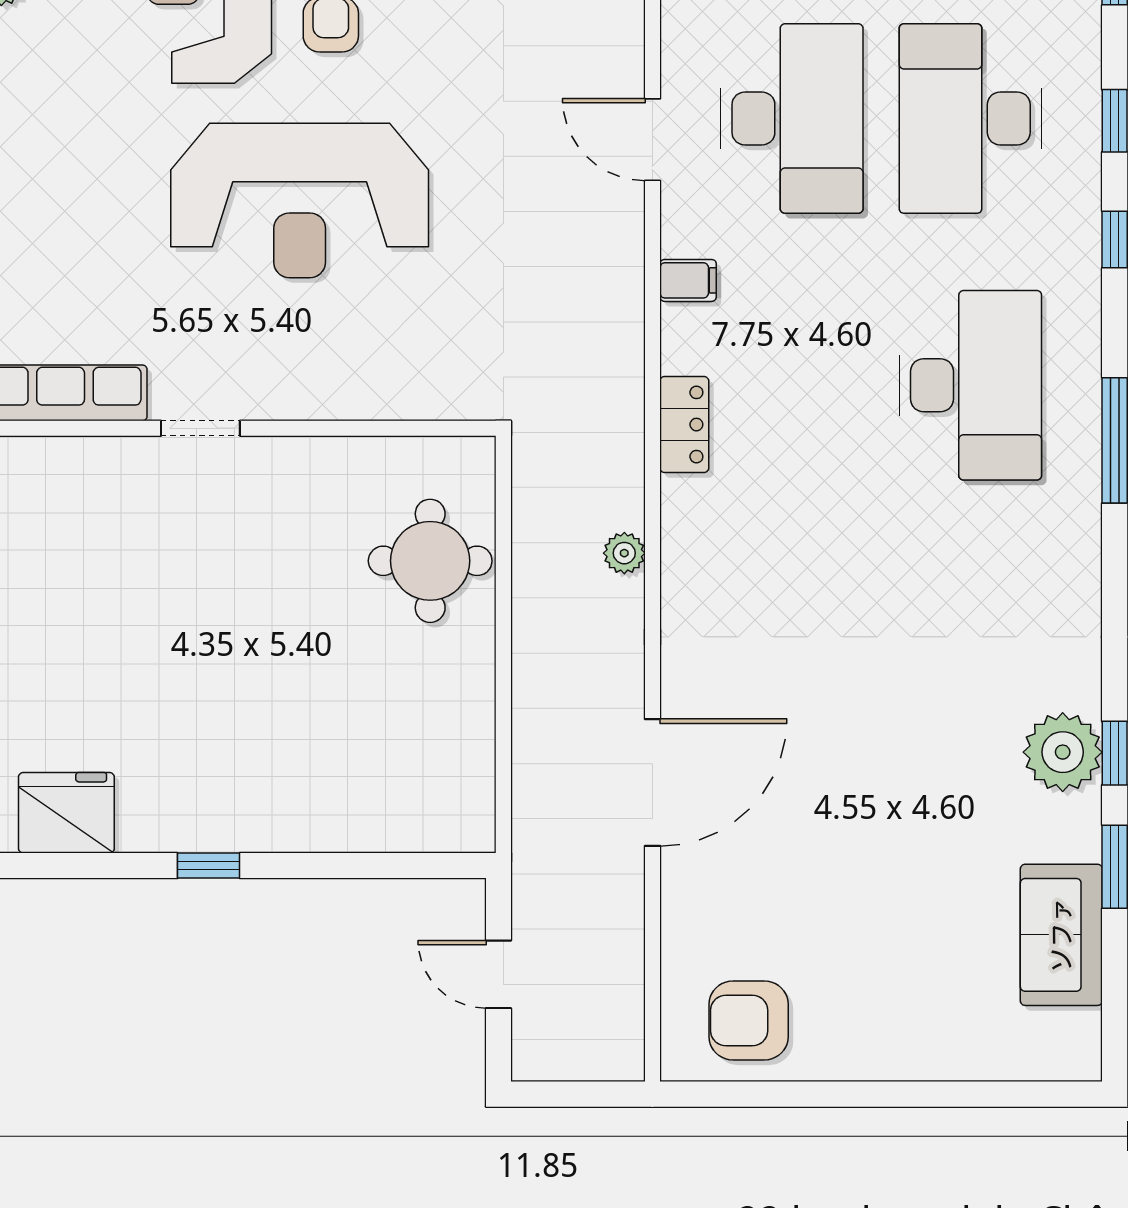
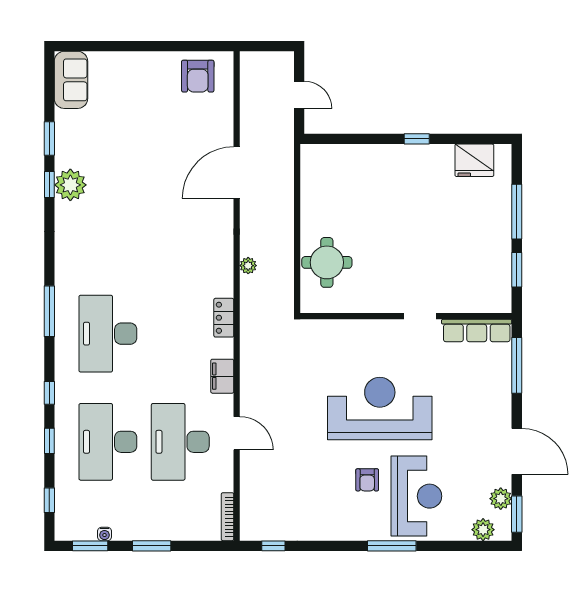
desk: (970, 119) -> (108, 442), turned 180
filing cabinet: (688, 280) -> (222, 376), width x2.00
sofa: (1061, 935) -> (71, 80), moved
armchair: (749, 1020) -> (198, 76), turned 90

